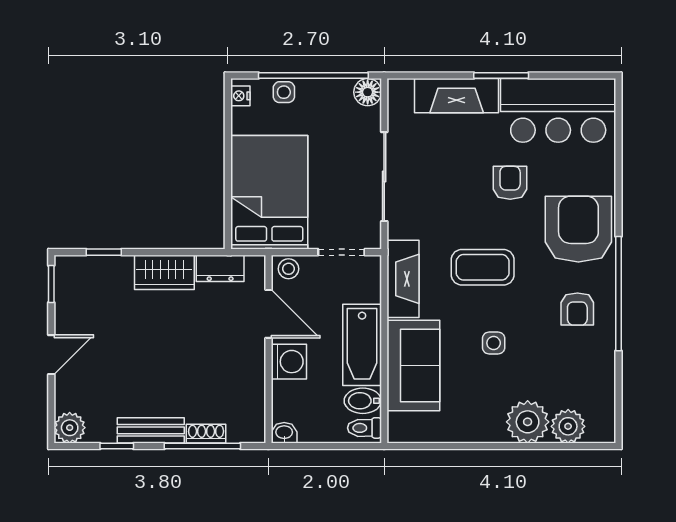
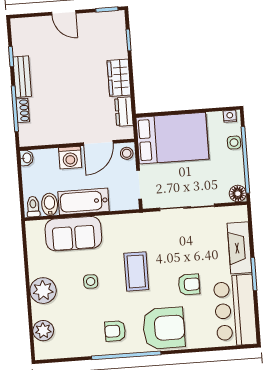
fireplace: (403, 279) -> (126, 223), removed
plant: (528, 422) -> (43, 291), moved
plant: (70, 428) -> (20, 27), removed

